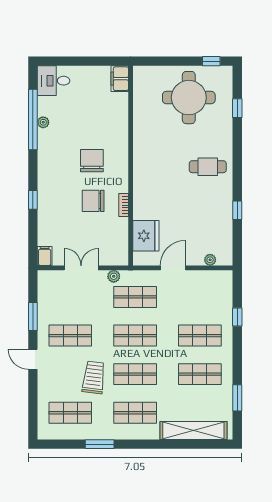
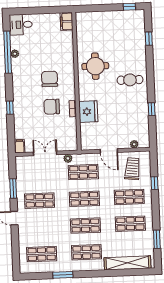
round table: (189, 98) -> (95, 66), moved, width x0.73, depth x0.73
fridge: (146, 236) -> (88, 112), moved
door: (173, 268) -> (109, 151), swing flipped
trolley: (94, 377) -> (132, 169), moved

